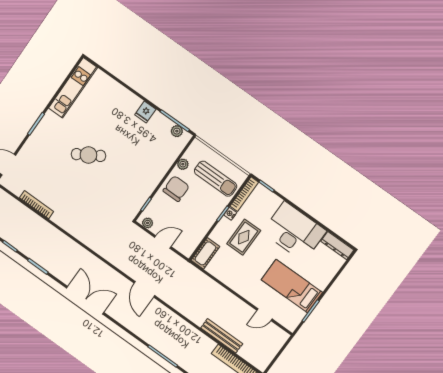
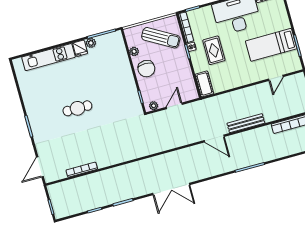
kitchen unit: (73, 88) -> (48, 57), moved, turned 90
plant: (177, 131) -> (91, 43), moved
cafe table: (88, 155) -> (77, 108), turned 31
sun lounger: (216, 179) -> (161, 38), turned 30
chair: (176, 189) -> (146, 69), turned 180
door: (144, 289) -> (214, 138), moved
double door: (85, 300) -> (171, 189), swing flipped
bench: (222, 336) -> (246, 123), moved

